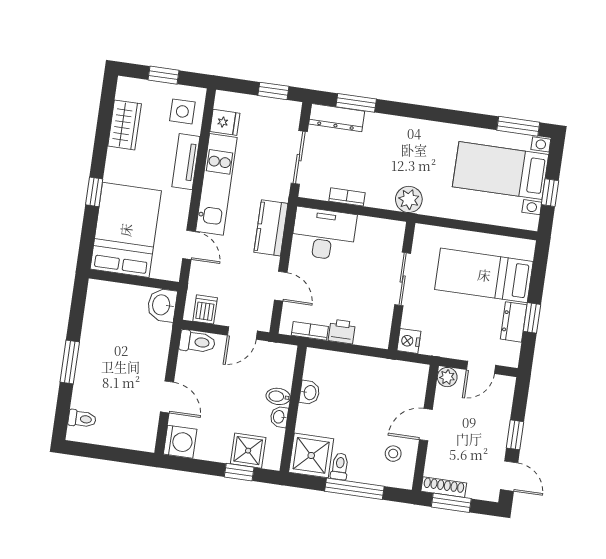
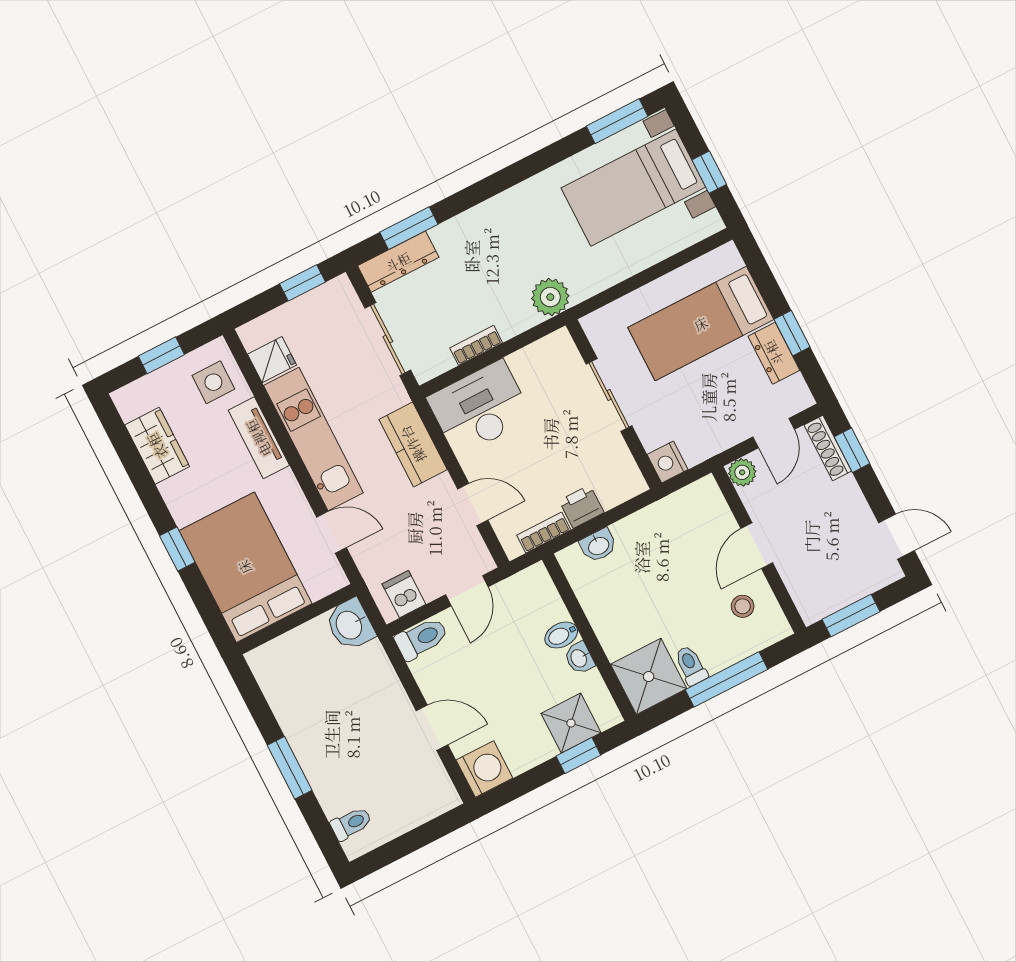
washbasin: (309, 393) -> (598, 545), moved, turned 90
window: (515, 435) -> (852, 450), moved
shoe rack: (444, 487) -> (828, 448), moved, turned -90

